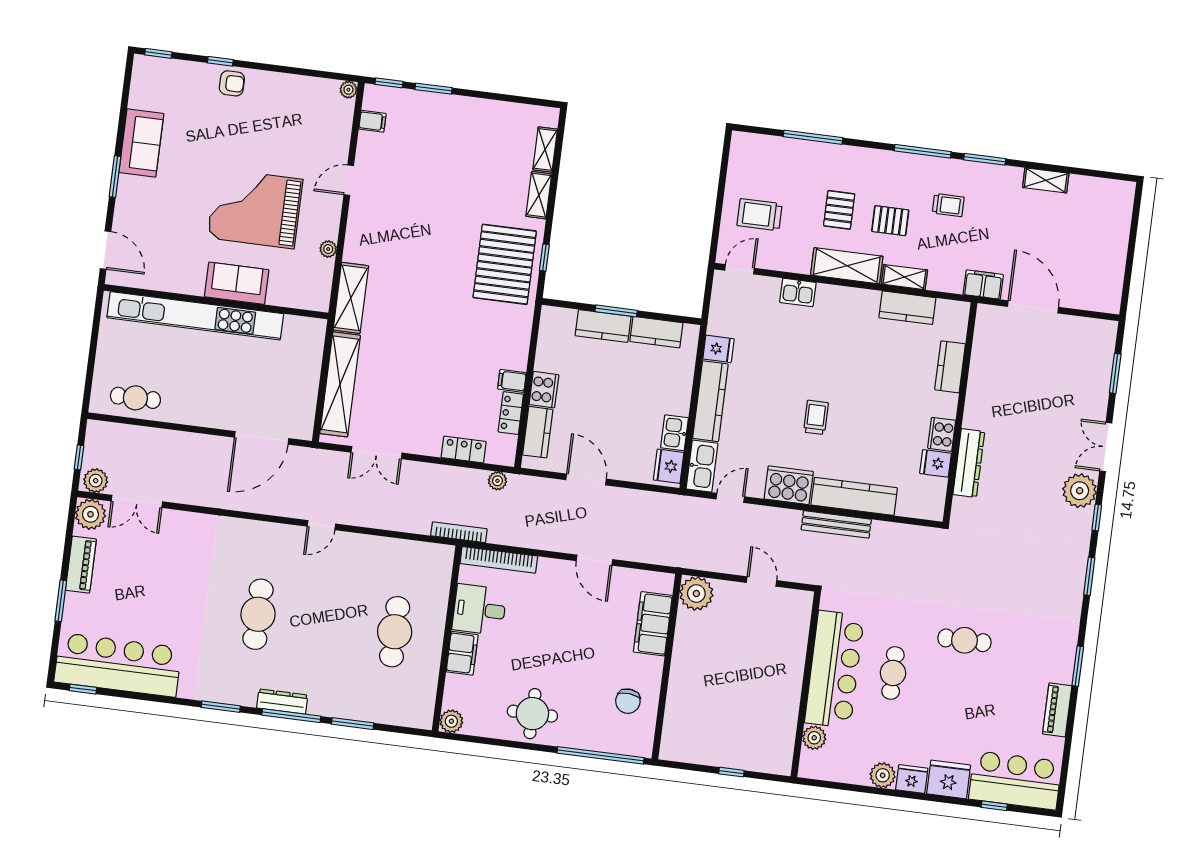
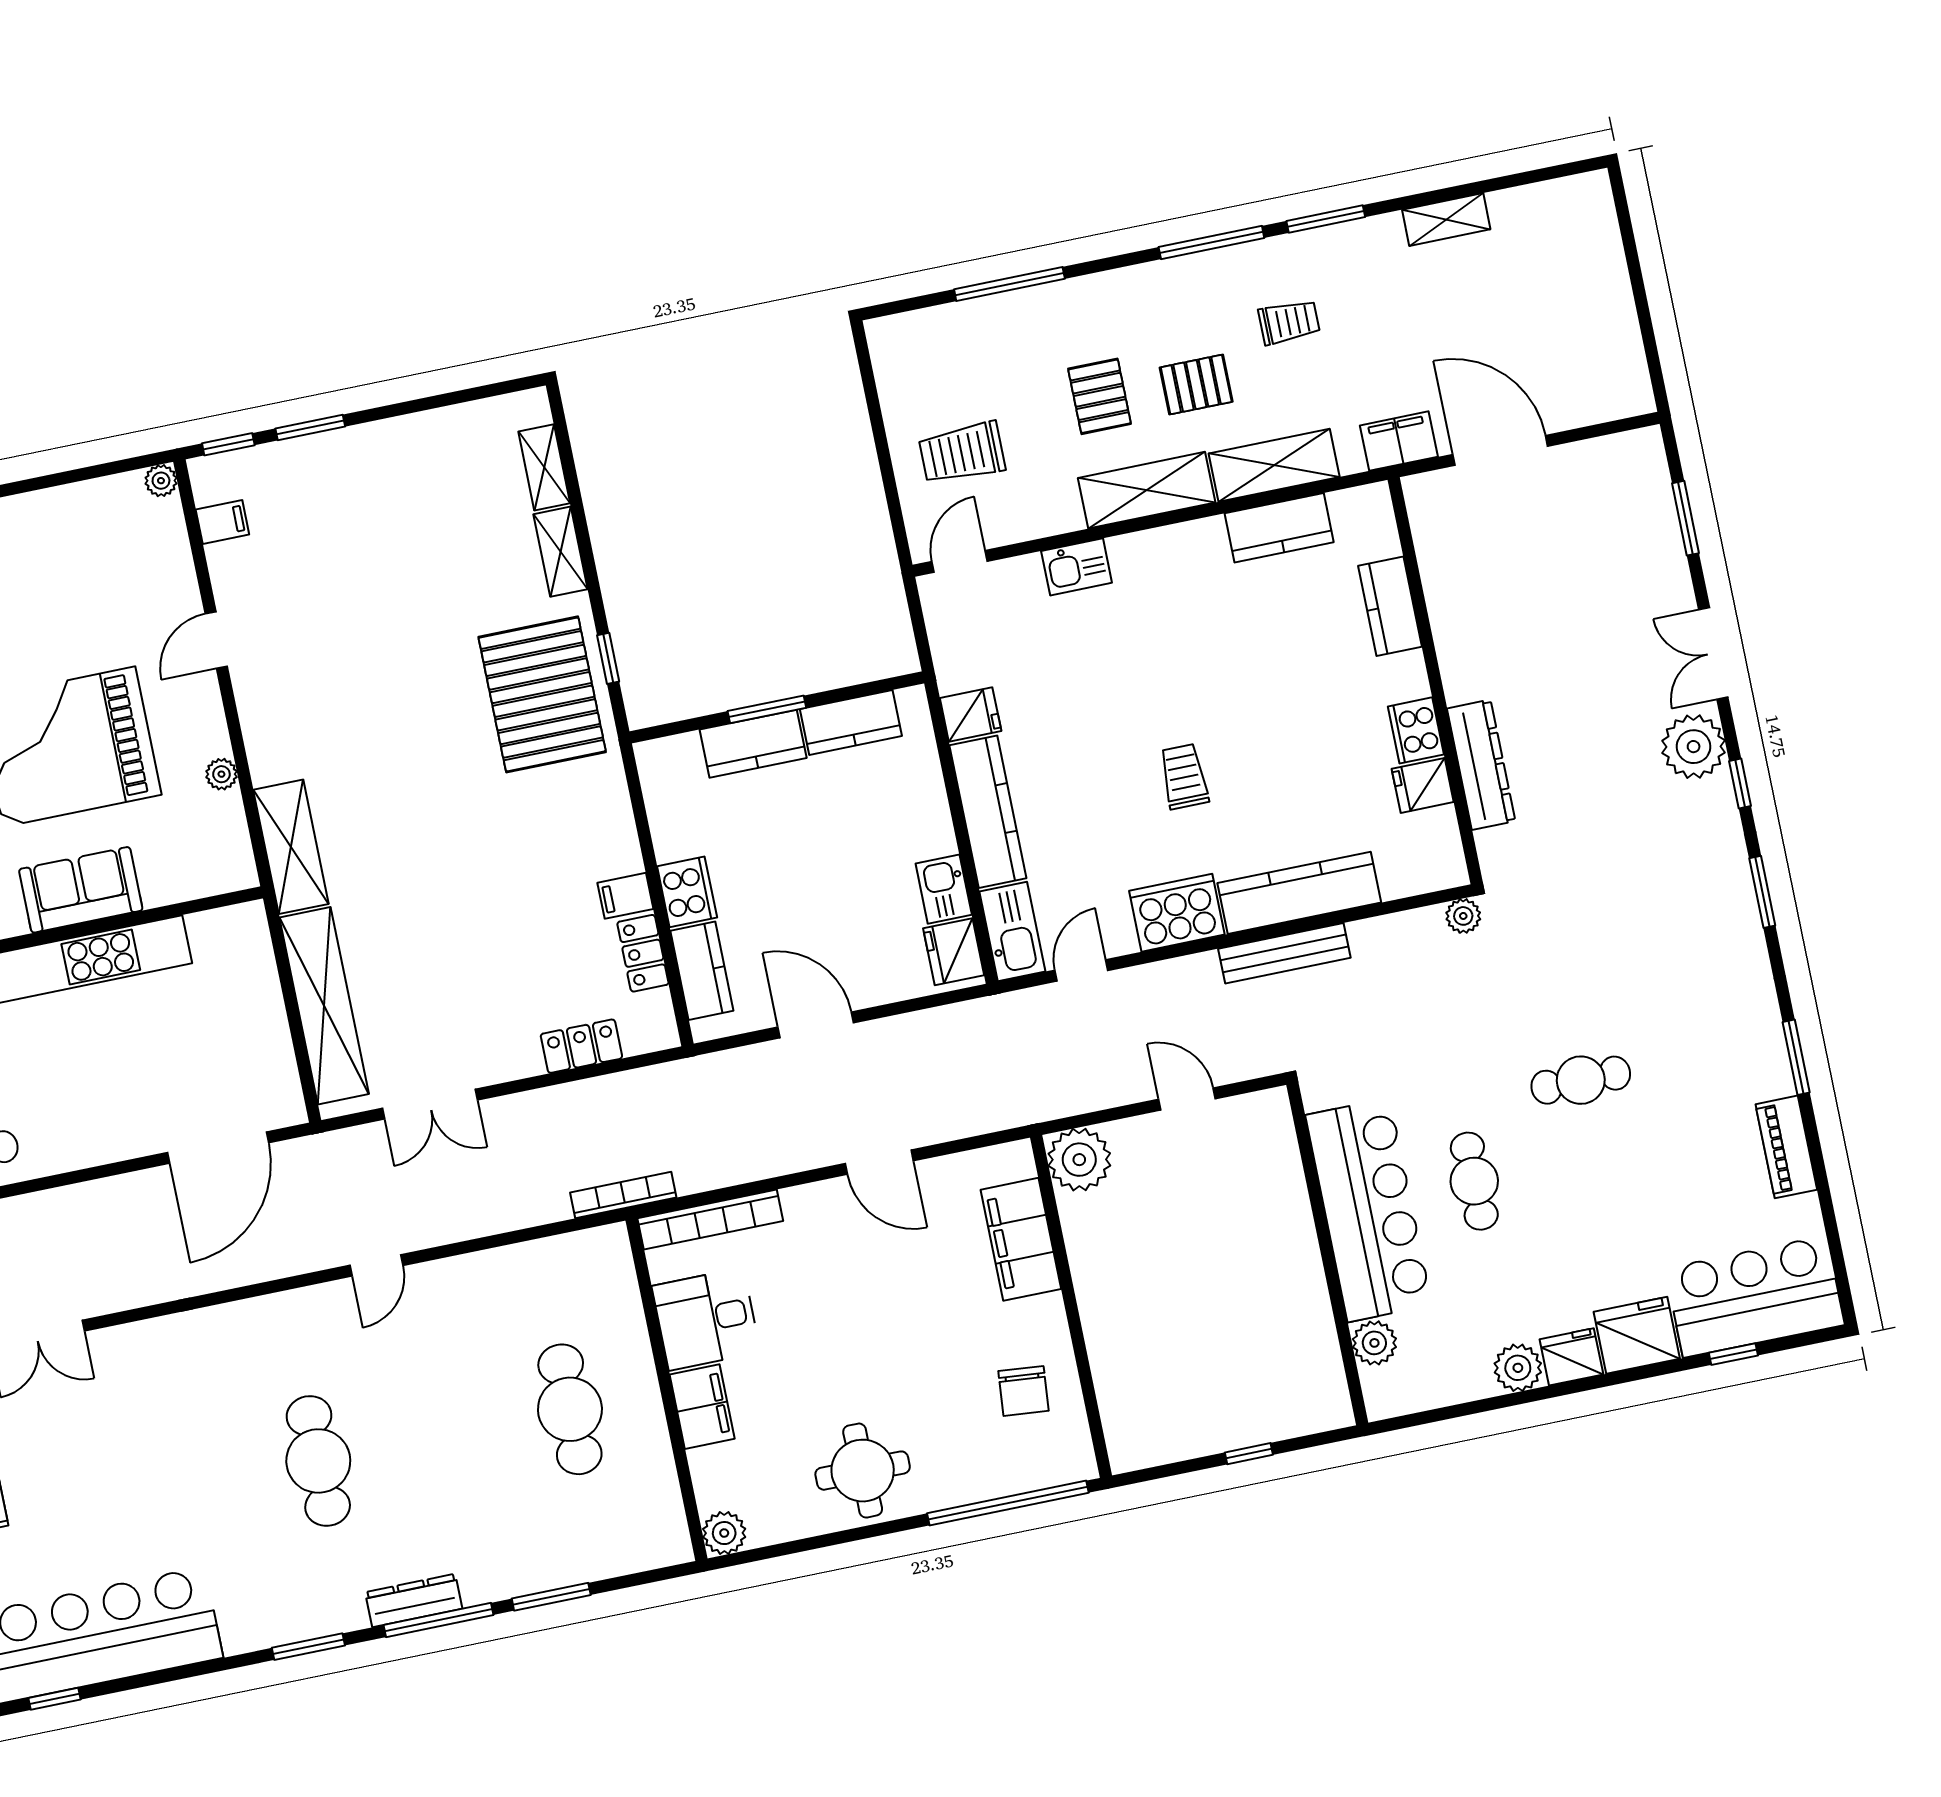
shelving: (904, 277) -> (1274, 465), width x1.50, depth x1.33
plant: (497, 481) -> (1463, 916), moved

